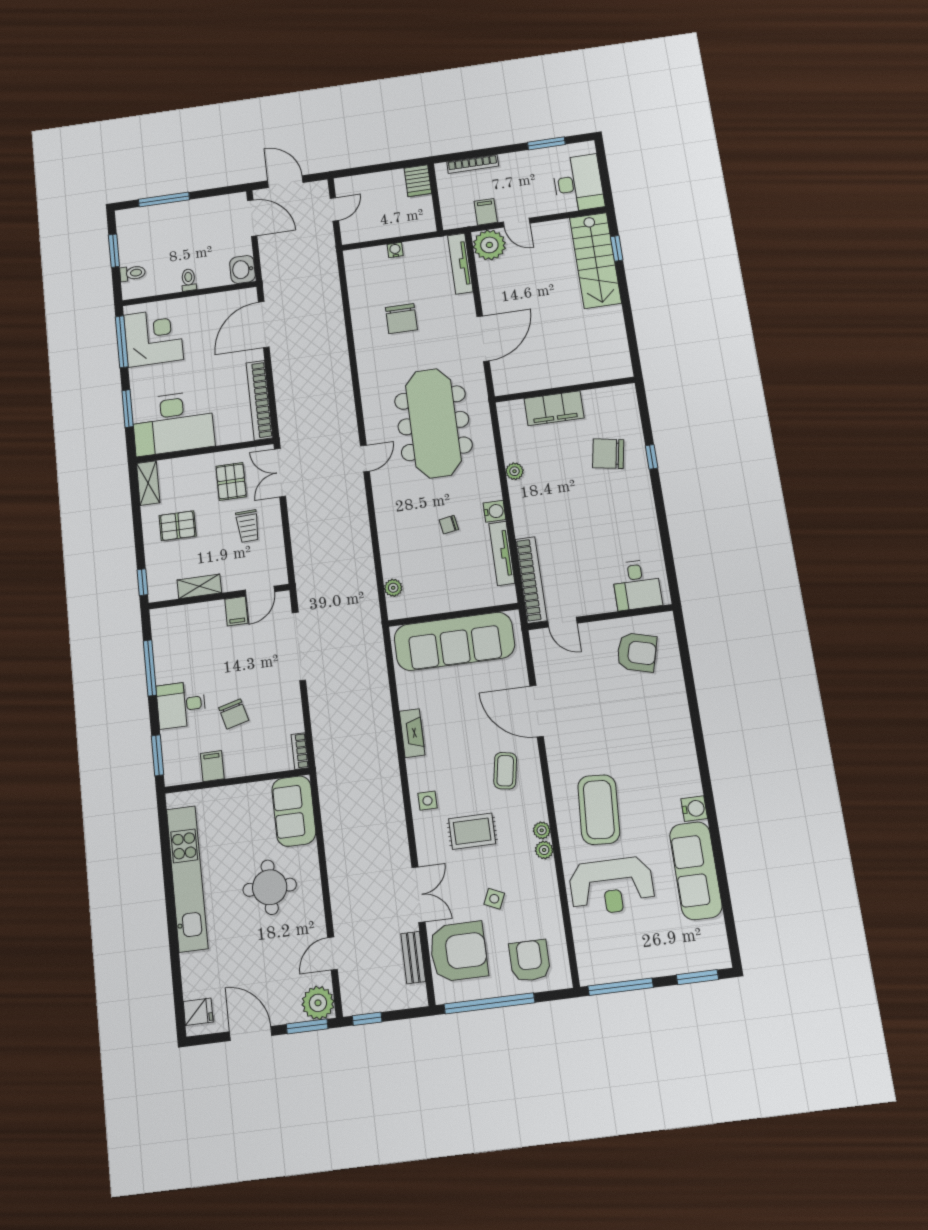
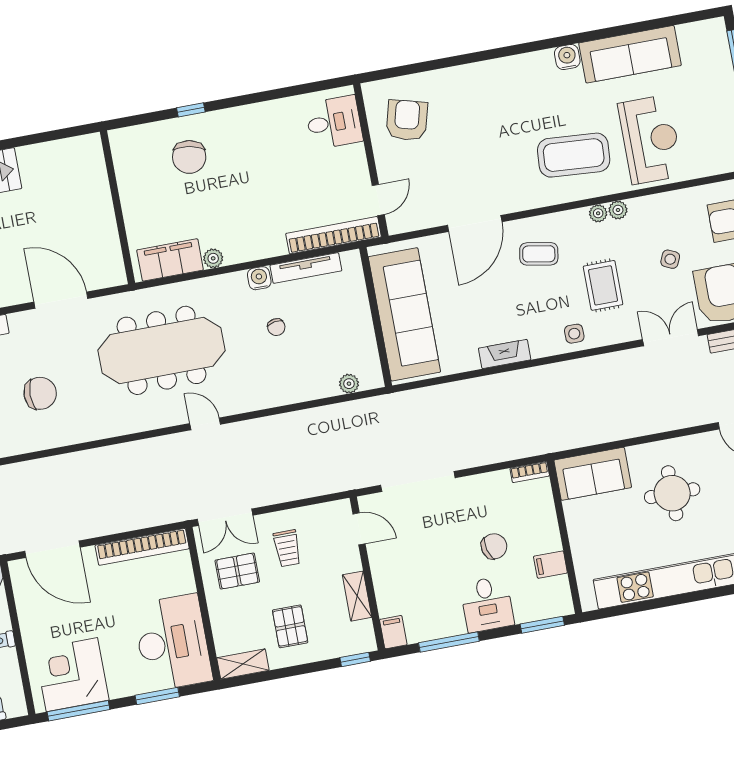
filing cabinet: (554, 408) -> (170, 260), moved, turned -90
trolley: (248, 526) -> (287, 548), turned 92
filing cabinet: (236, 611) -> (393, 632), moved, turned -90

